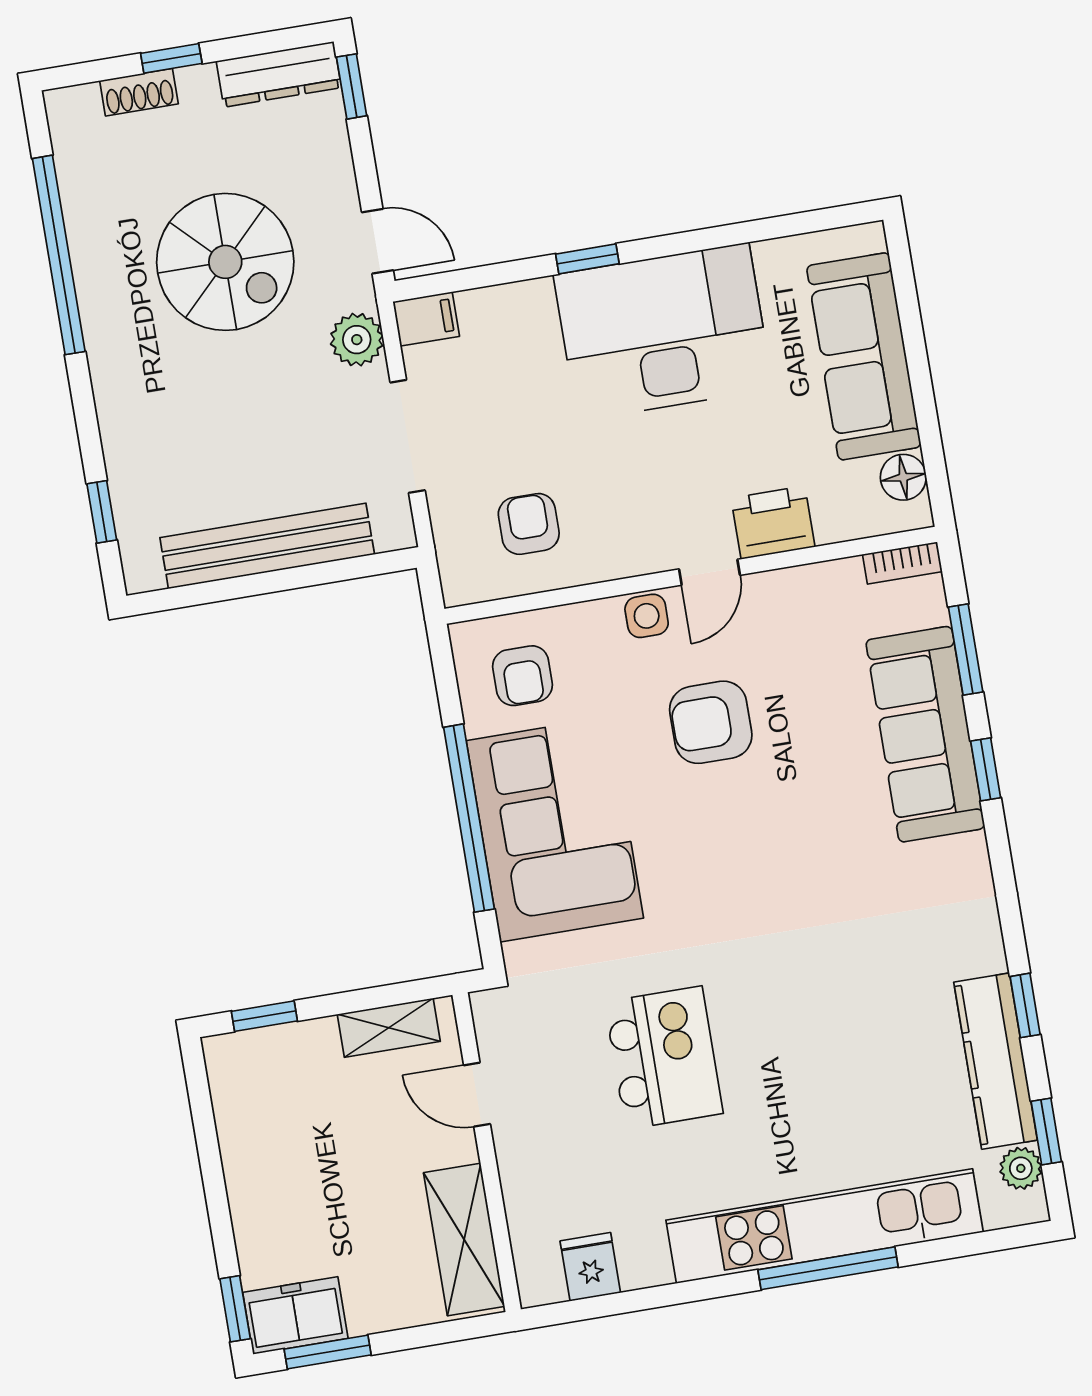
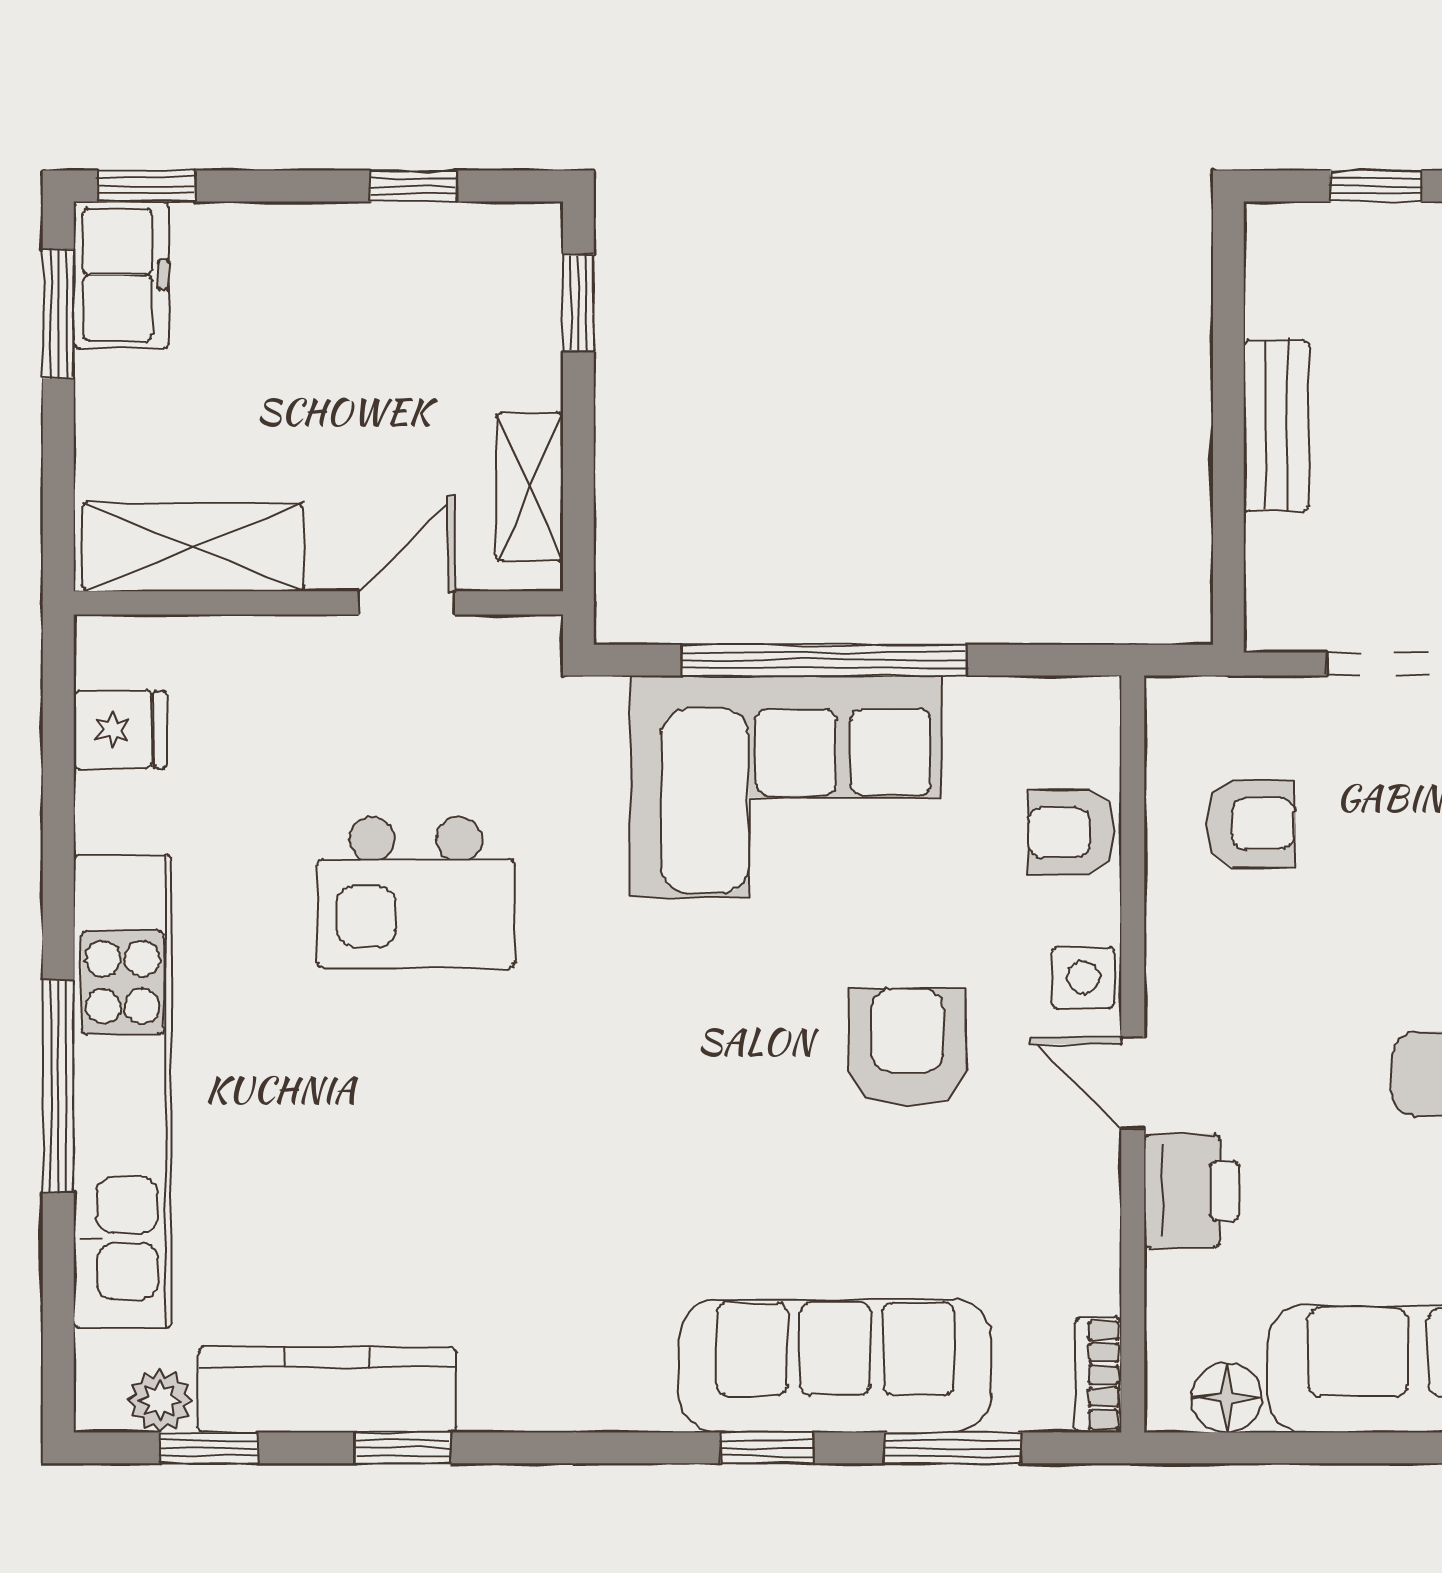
bench: (267, 546) -> (1276, 426), width x0.54, depth x0.82
armchair: (523, 676) -> (1071, 832), moved
window: (206, 1136) -> (413, 186), added

